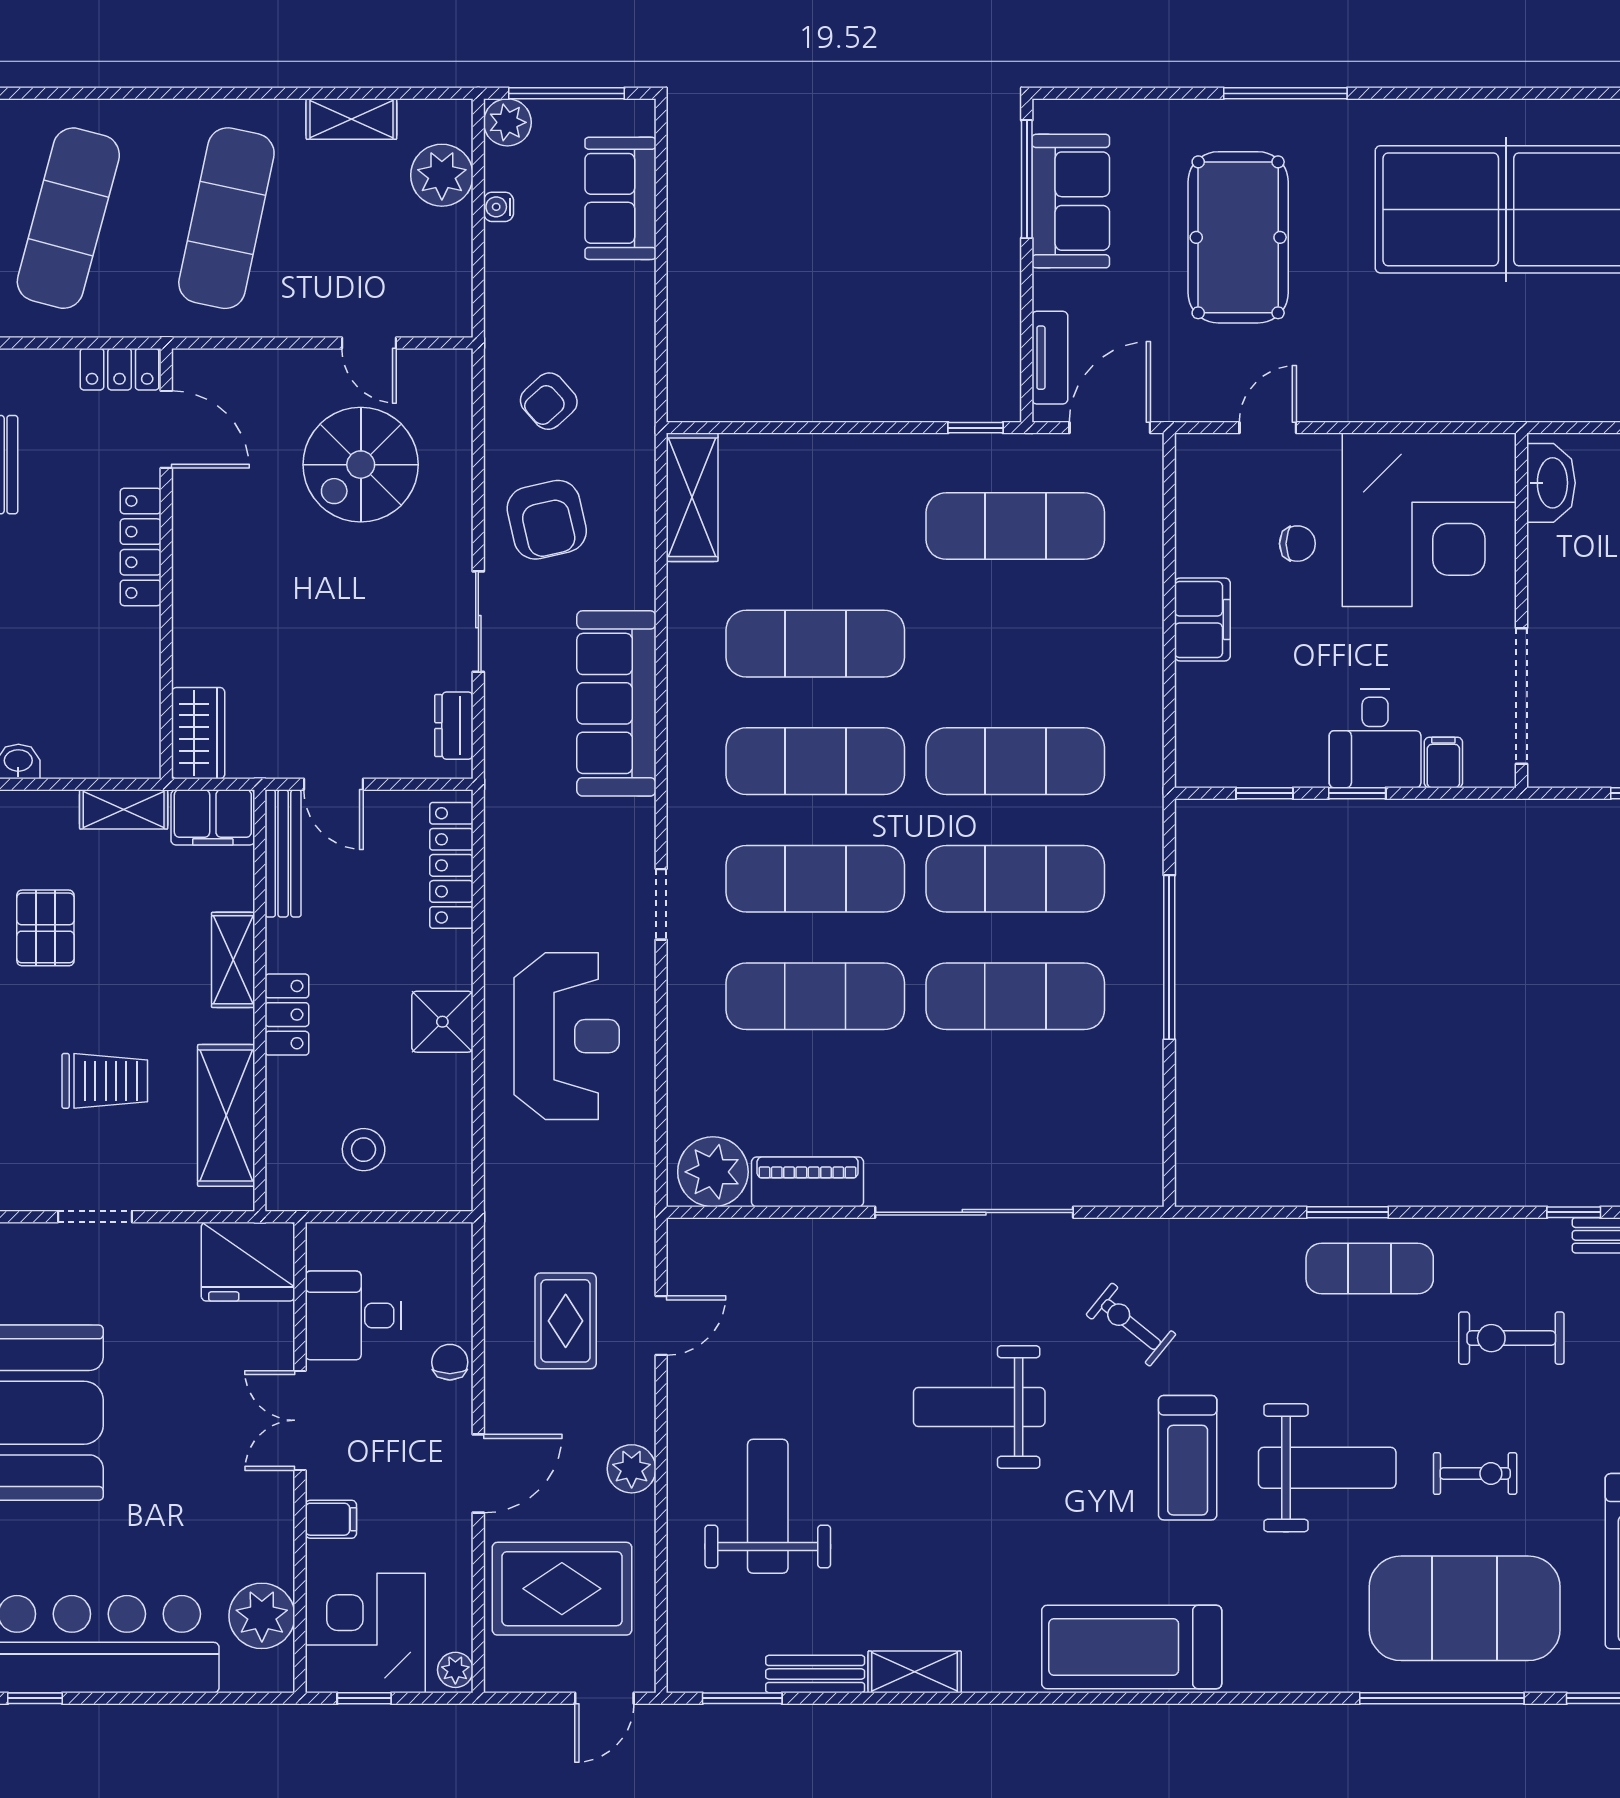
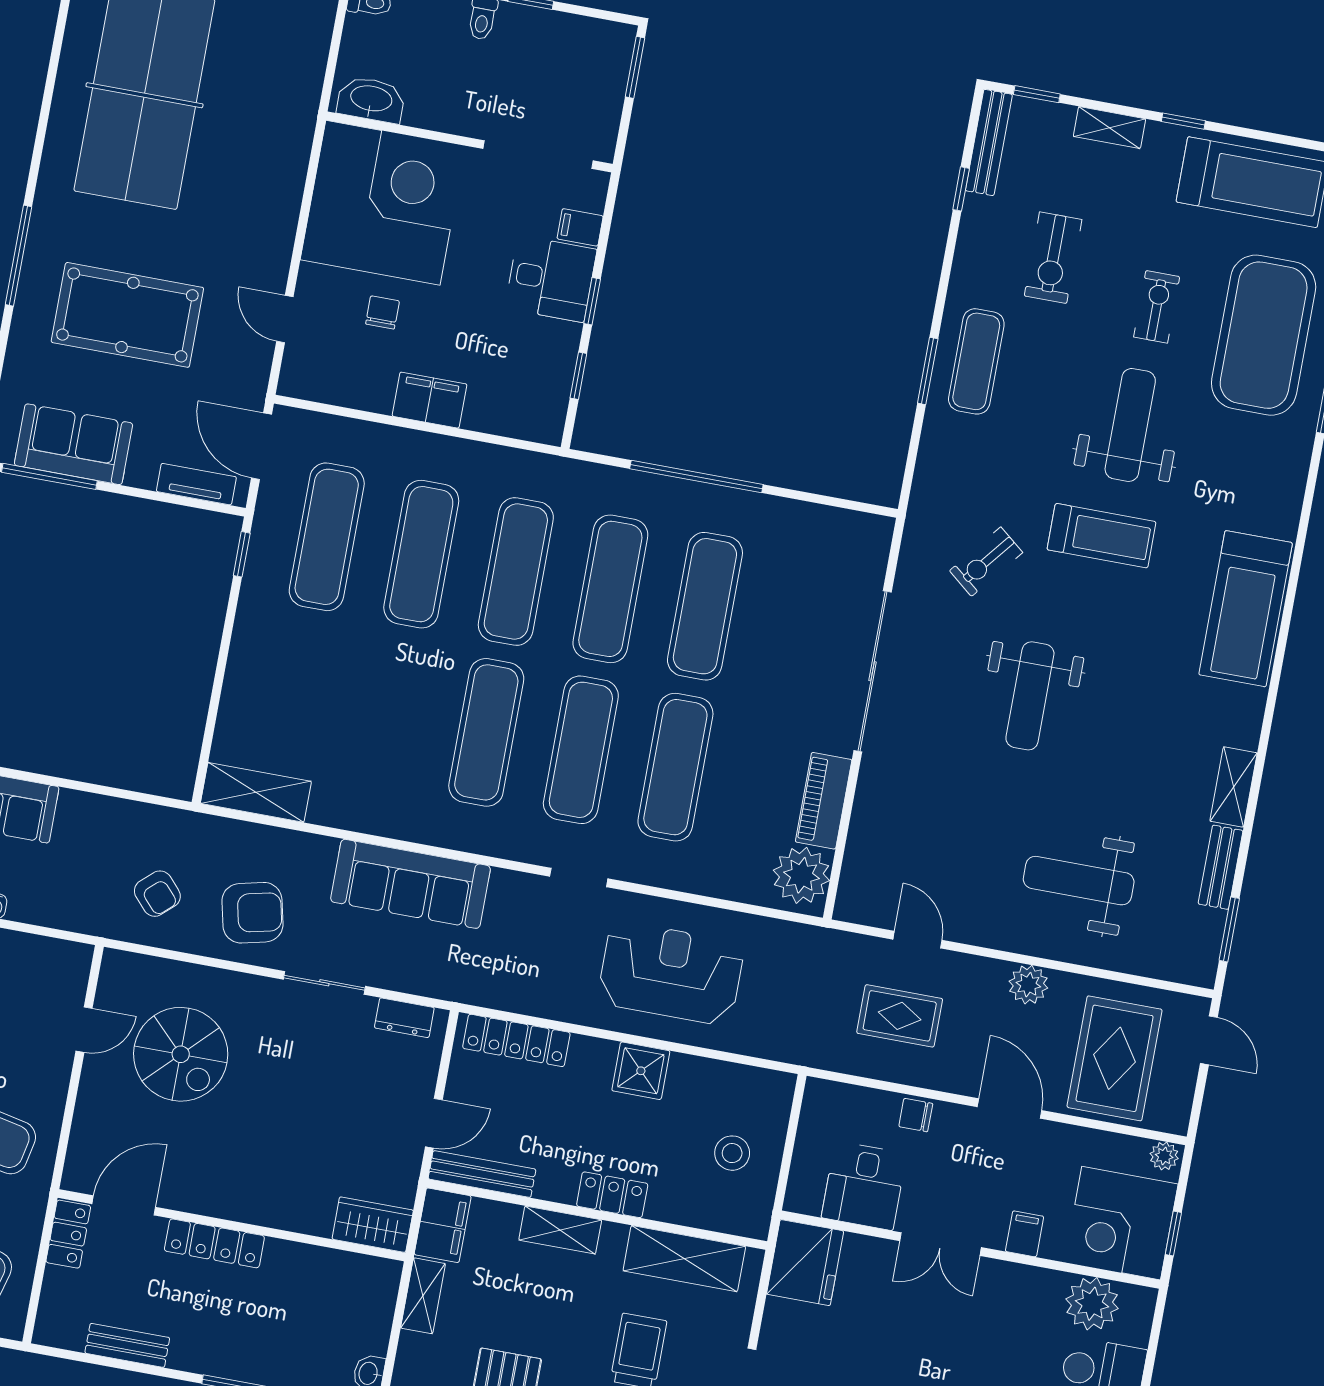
exercise mat: (815, 644) -> (421, 554), moved

